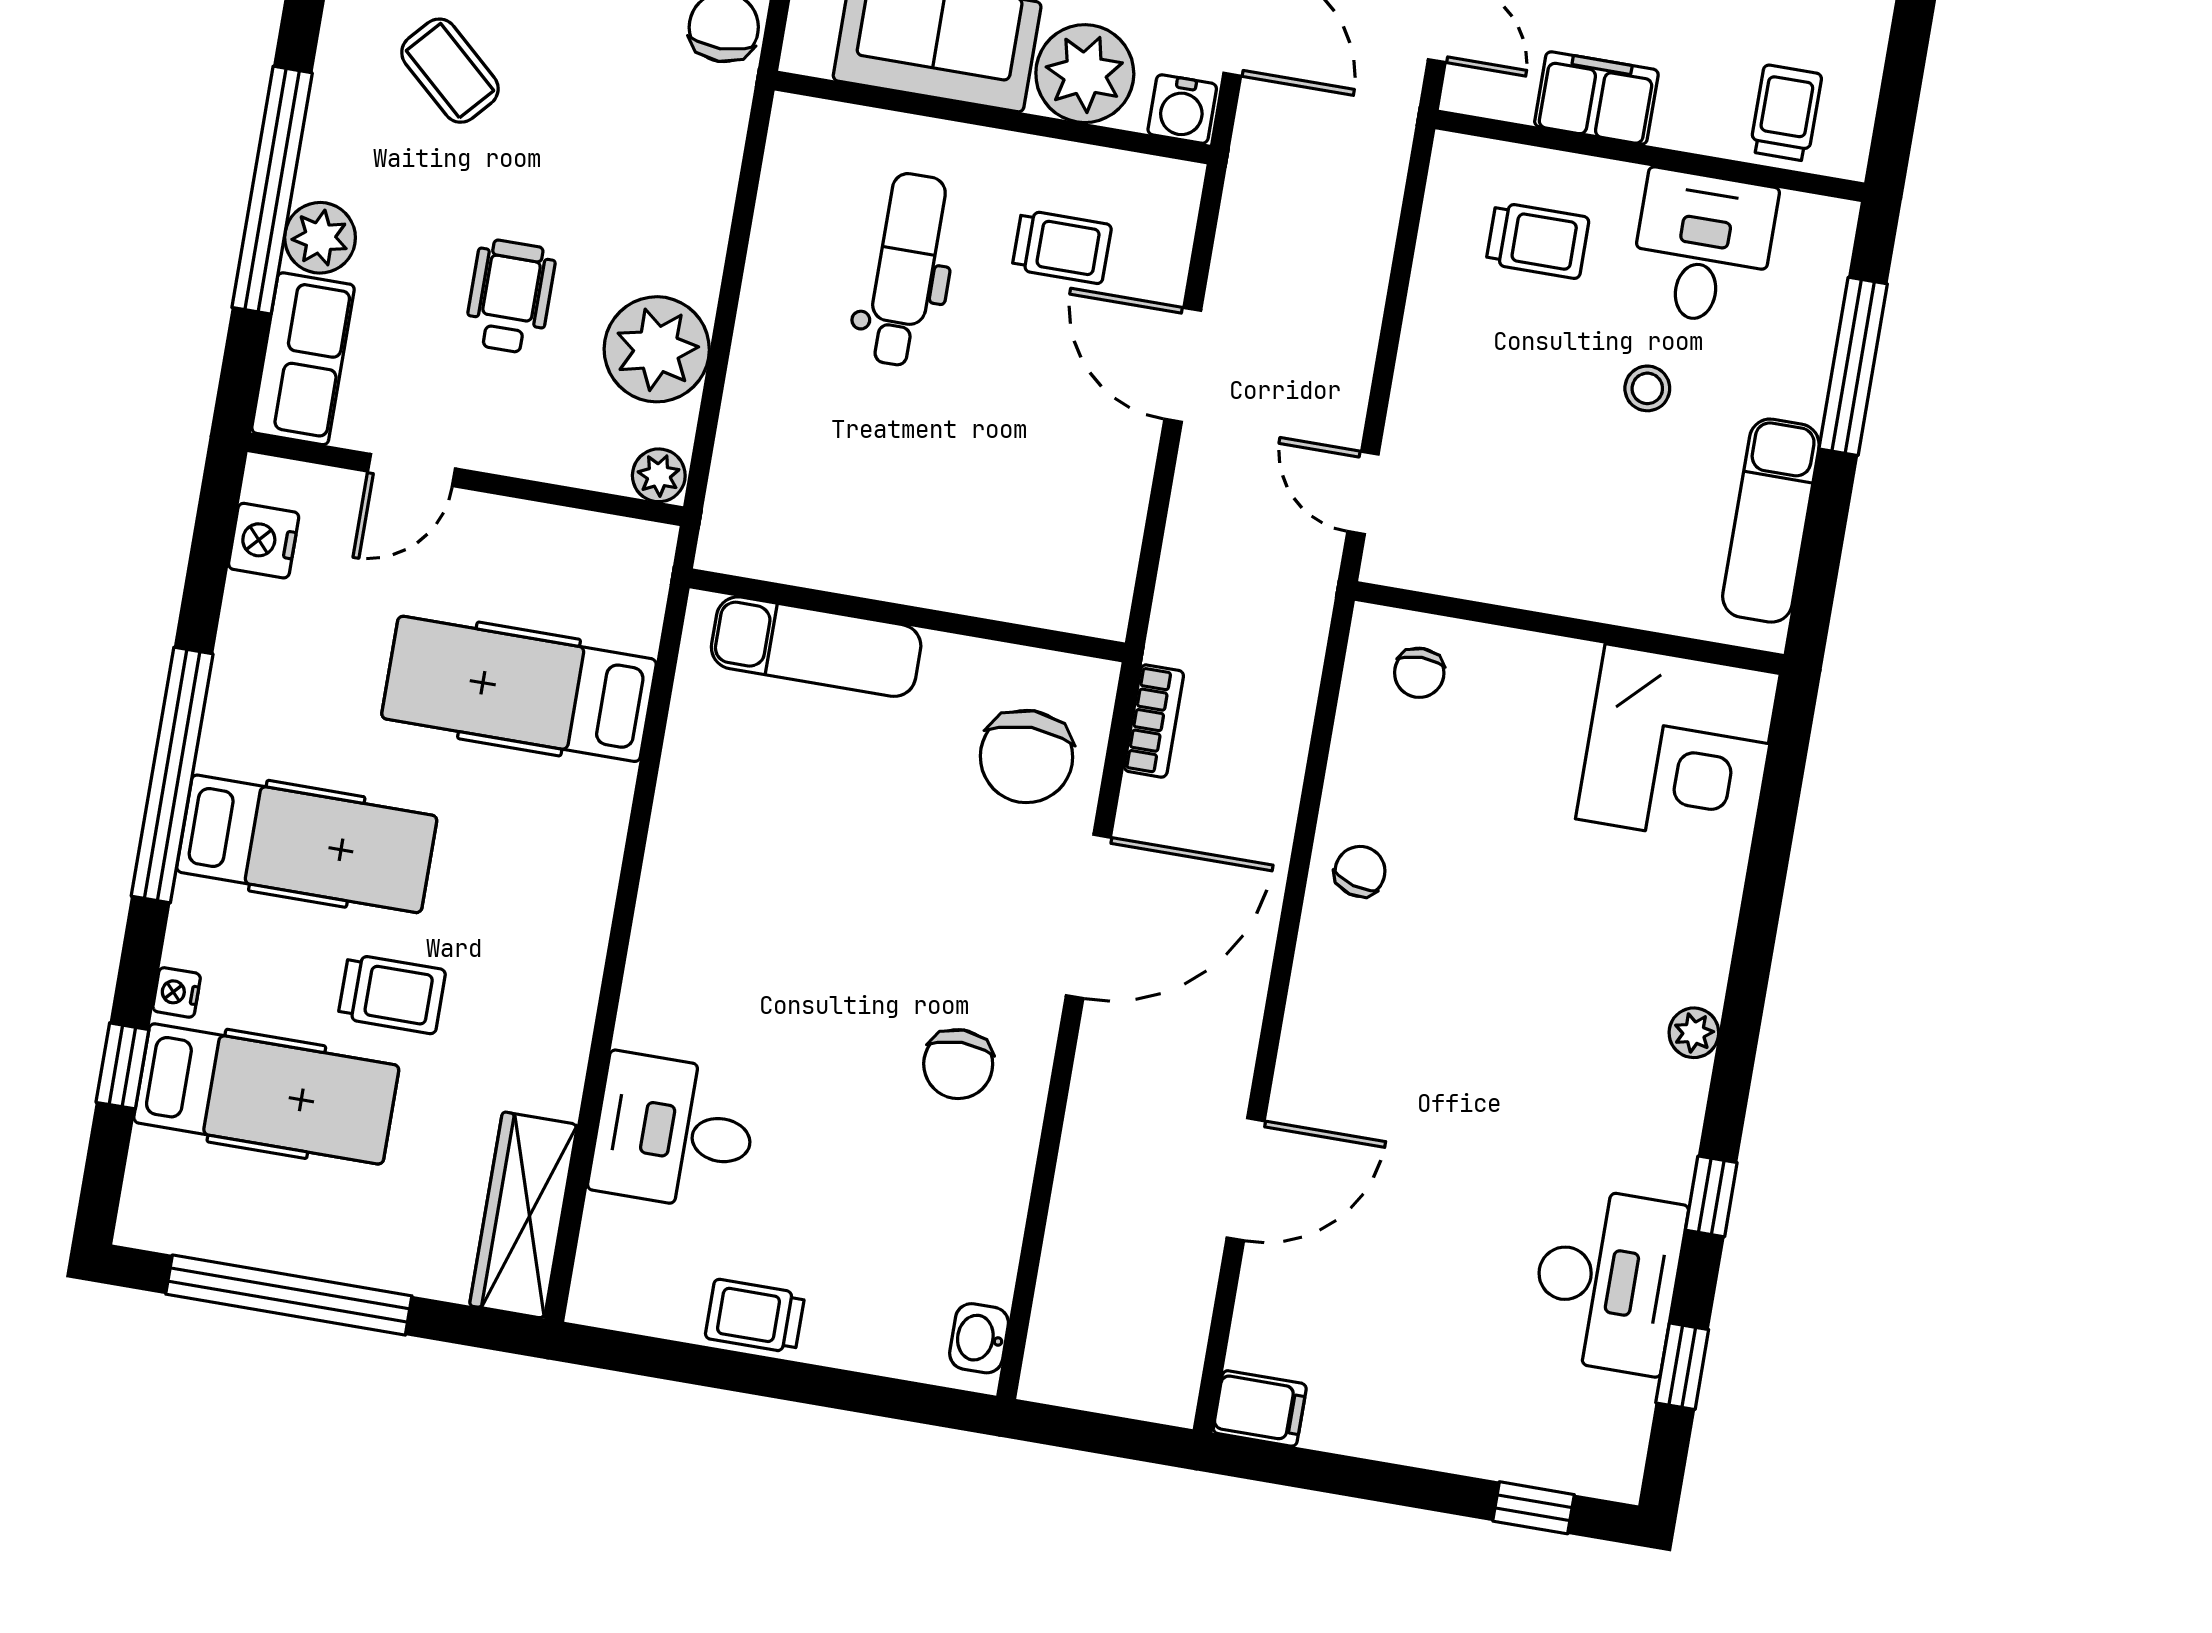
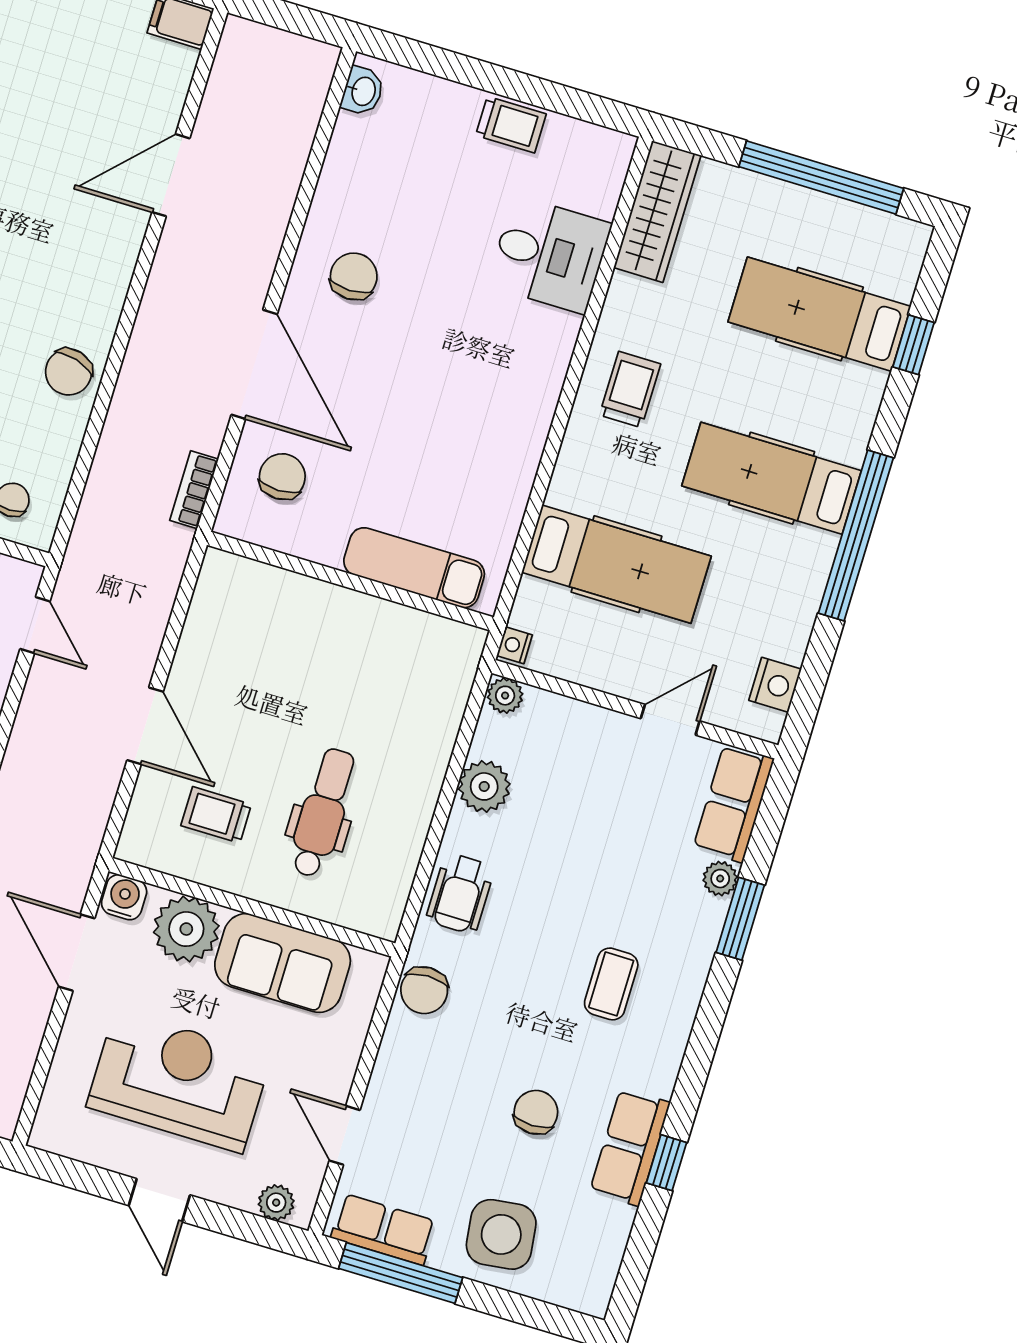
coffee table: (450, 71) -> (611, 984), turned 48
window: (272, 190) -> (740, 919), width x0.47
plant: (320, 238) -> (720, 879), width x0.73, depth x0.73
dental chair: (905, 270) -> (323, 813), turned 180
wheelchair: (510, 297) -> (460, 893), moved
plant: (657, 349) -> (484, 786), width x0.73, depth x0.73
chair: (1027, 757) -> (282, 477), width x0.73, depth x0.73
chair: (1360, 871) -> (69, 372), width x1.37, depth x1.37
door: (1088, 916) -> (254, 364), swing flipped
nightstand: (177, 992) -> (514, 645), moved, turned 180
trolley: (392, 994) -> (630, 389), moved, turned 90

